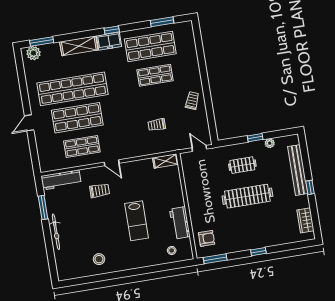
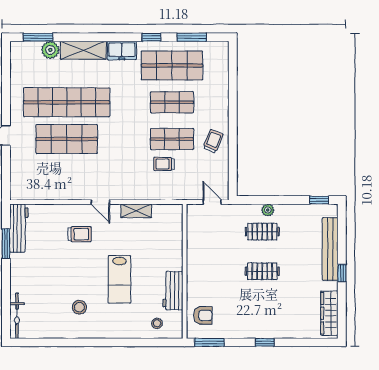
window: (112, 30) -> (151, 37), moved
plant: (33, 53) -> (50, 50), moved
window: (255, 138) -> (319, 200), moved
plant: (270, 143) -> (268, 210), moved
shop shelf: (82, 146) -> (172, 139), moved
shelving: (165, 161) -> (136, 211), moved
workbench: (61, 180) -> (19, 228), moved, turned -90
clothes rail: (247, 196) -> (262, 271), width x0.54, depth x0.76
wardrobe: (305, 220) -> (329, 313), width x1.50
bicycle: (56, 232) -> (17, 316), moved
stool: (99, 259) -> (79, 307), moved

